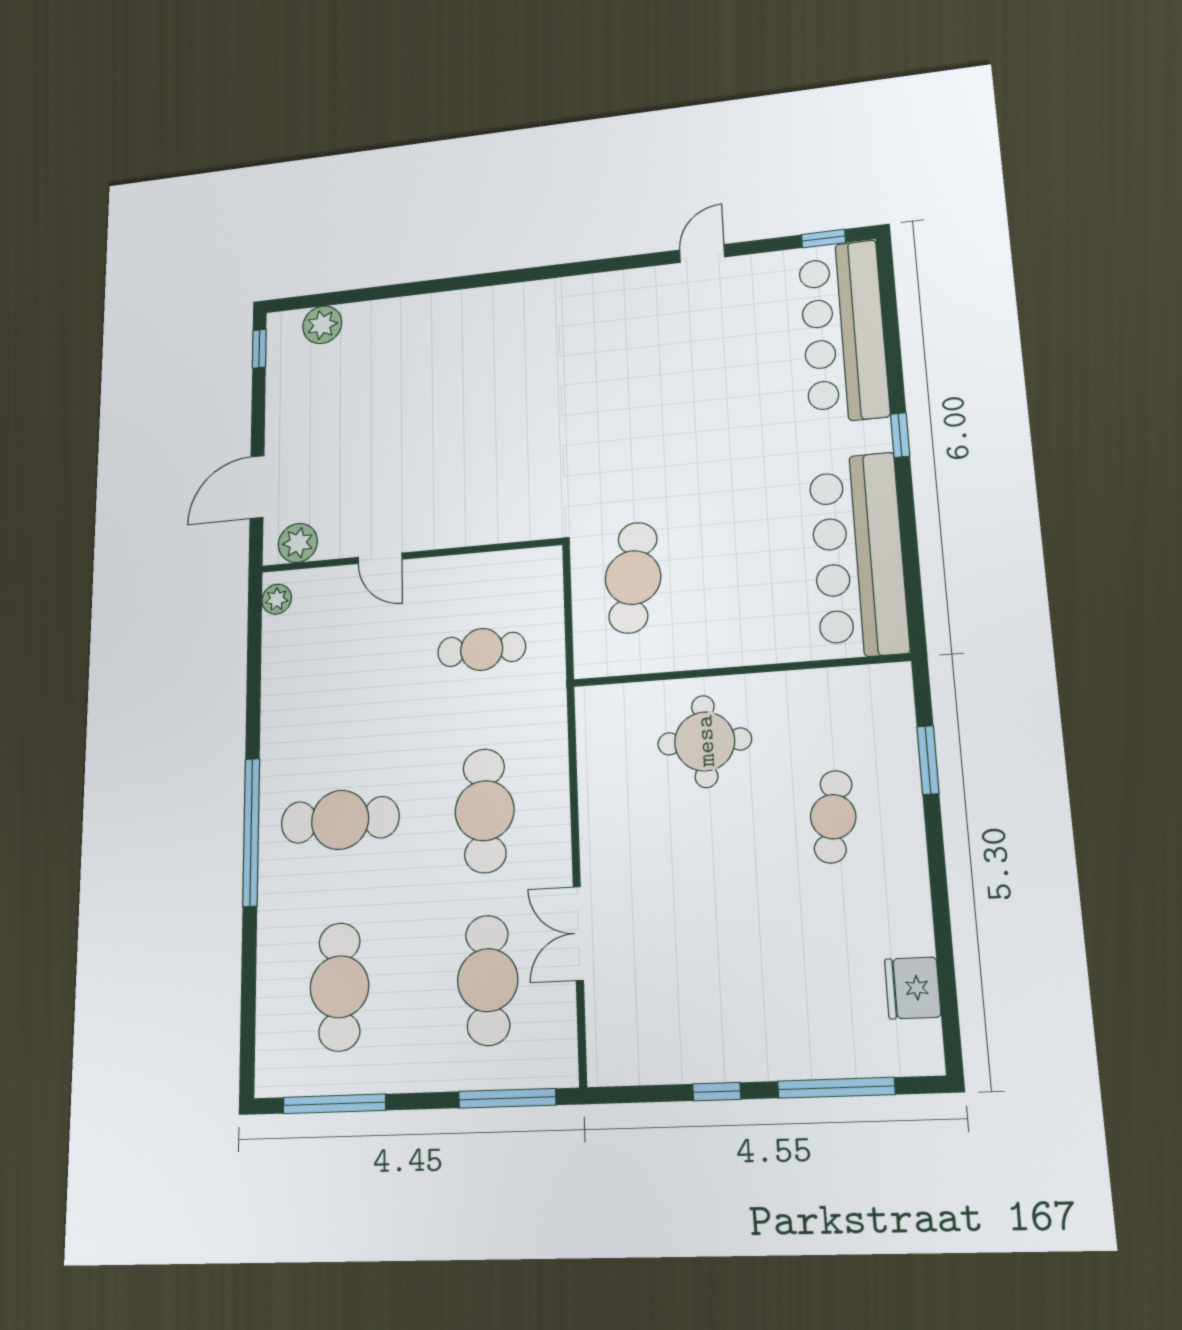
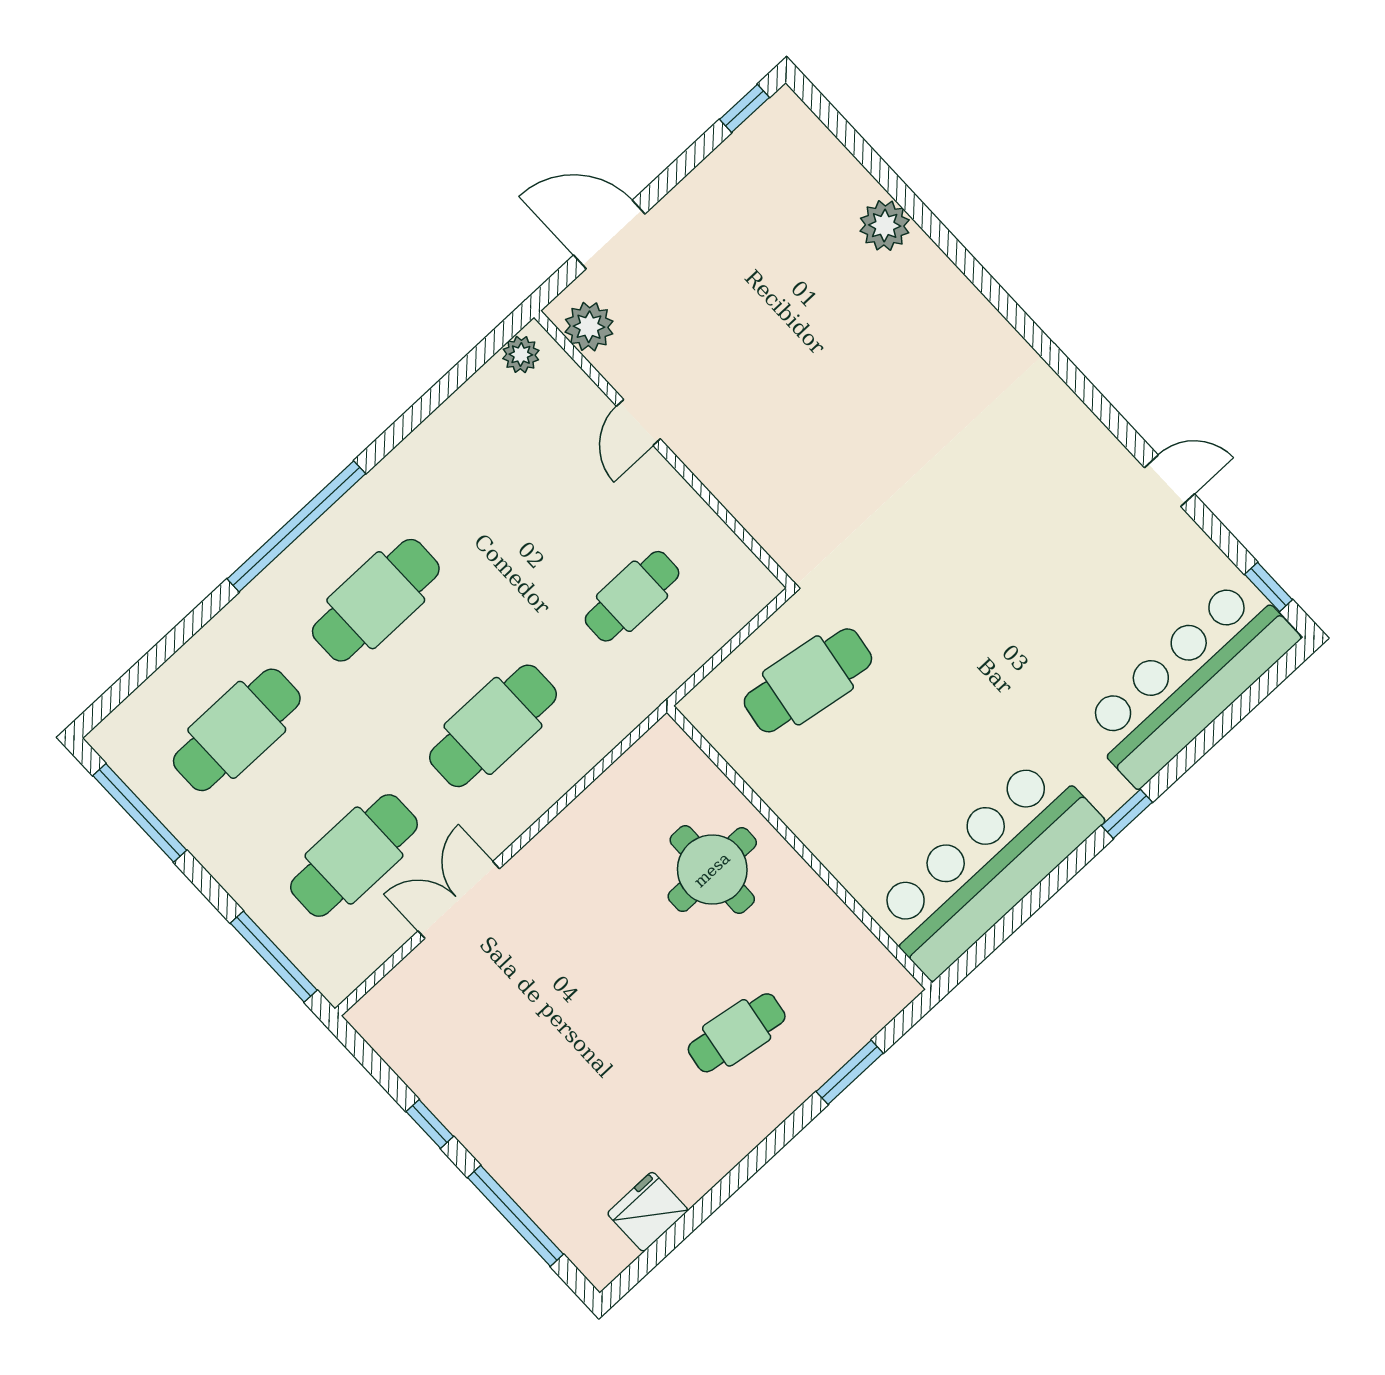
plant: (322, 325) -> (885, 226), moved
cafe table: (482, 649) -> (632, 596), turned 90
cafe table: (340, 820) -> (376, 600), turned 90

